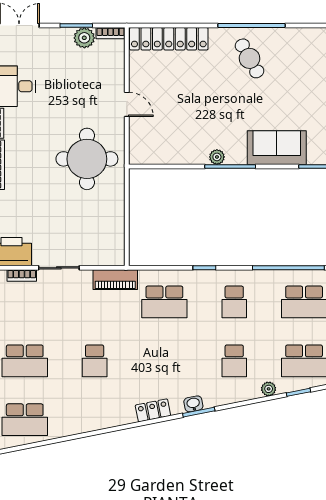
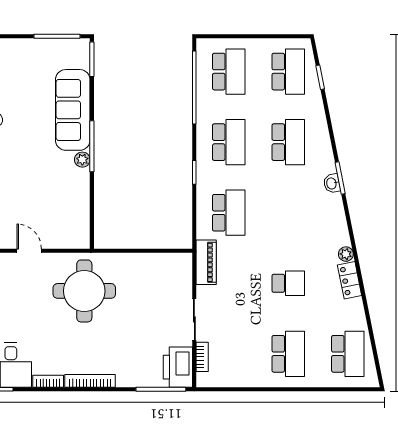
door: (127, 104) -> (29, 251), hinge flipped
sofa: (277, 148) -> (73, 110), width x1.36
school desk: (234, 302) -> (229, 142), width x1.85
school desk: (234, 361) -> (288, 142), width x1.85
plant: (269, 389) -> (346, 254), moved
locker: (153, 410) -> (350, 280), moved

